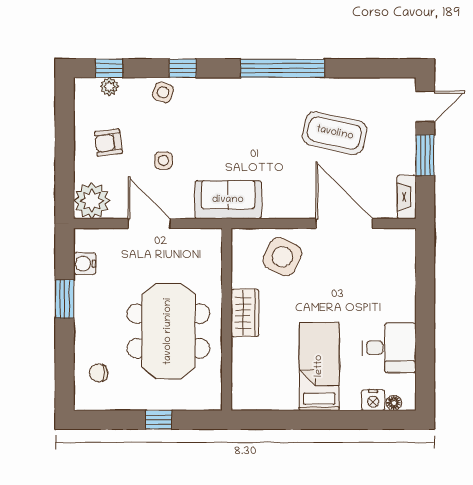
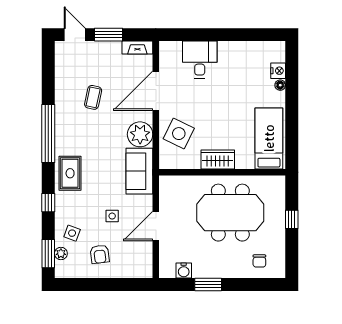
window: (109, 68) -> (48, 254), width x1.50
side table: (163, 92) -> (72, 233), moved
rug: (225, 100) -> (70, 173), added
coffee table: (335, 133) -> (93, 97), width x0.54, depth x0.58
plant: (92, 201) -> (140, 134), moved
desk: (389, 348) -> (200, 60), moved
bed: (319, 366) -> (269, 138), moved, turned 90
floor lamp: (394, 403) -> (280, 85), moved

